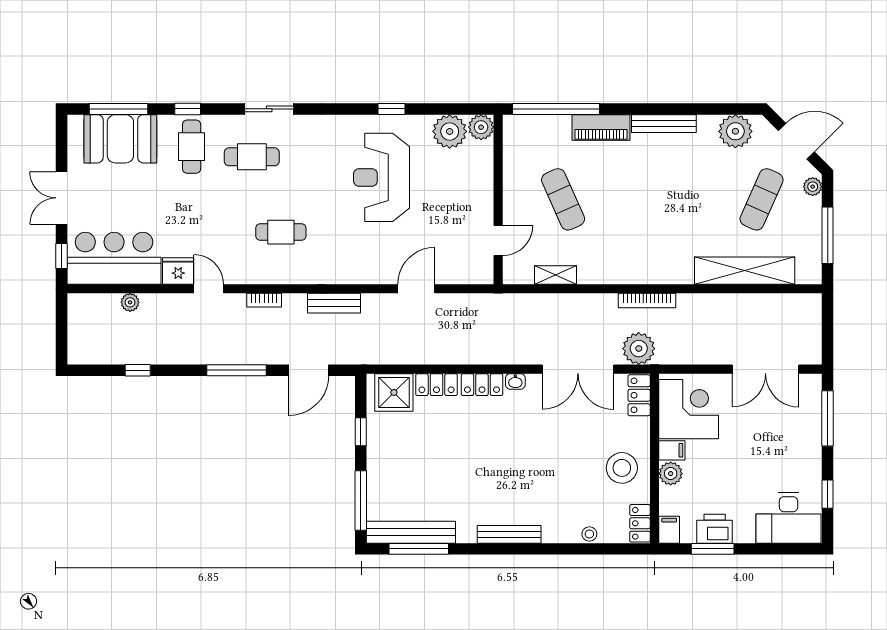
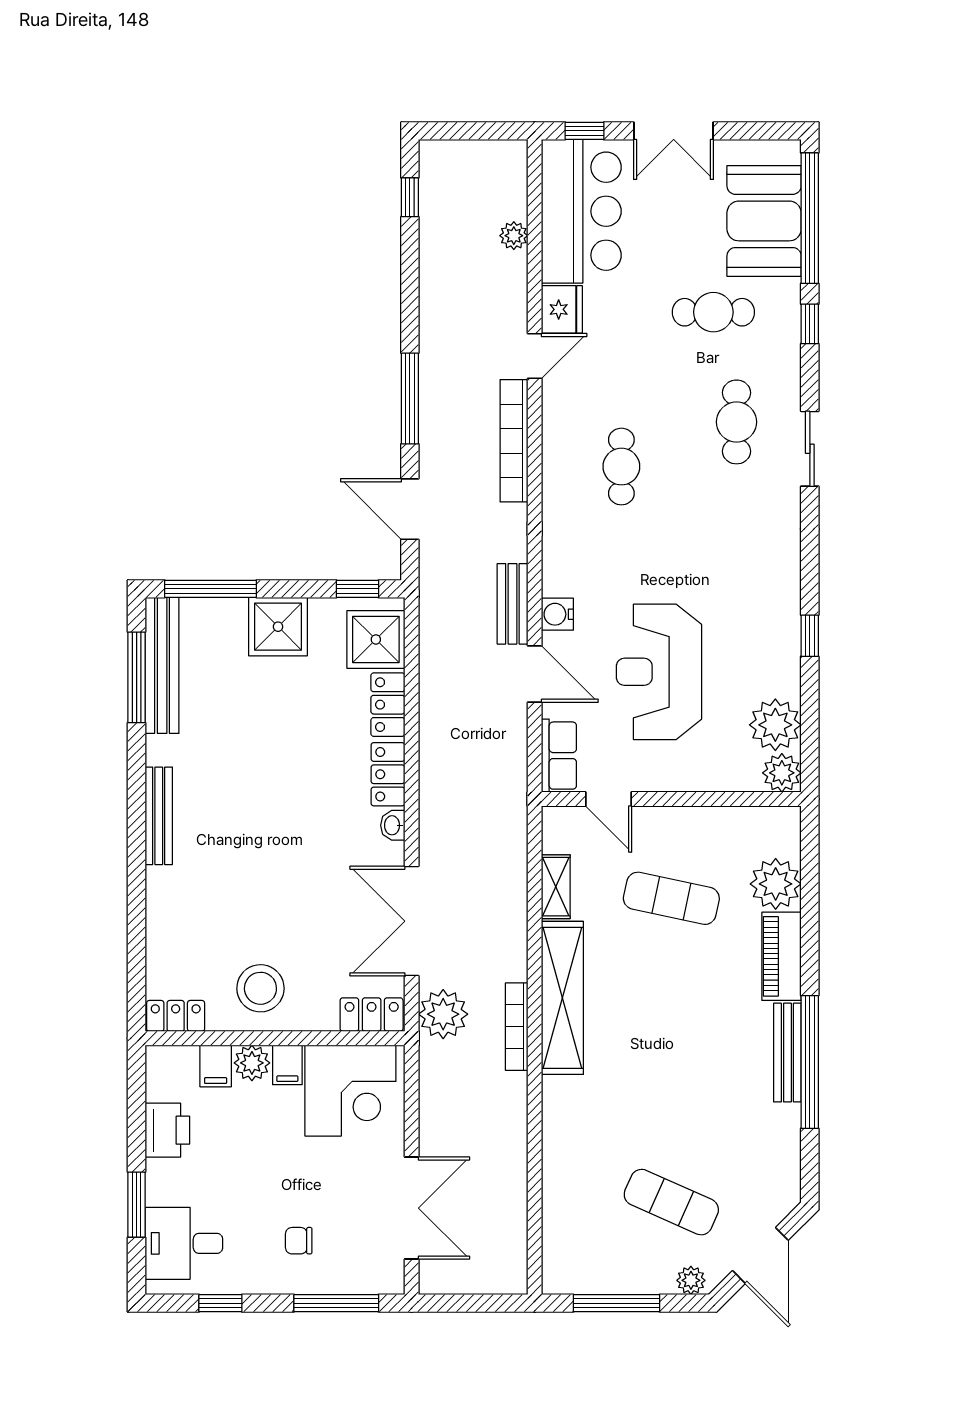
window: (119, 109) -> (810, 218), width x1.46
window: (556, 109) -> (810, 1062), moved
plant: (735, 131) -> (776, 884), moved
cafe table: (192, 147) -> (713, 312), moved
reception desk: (382, 177) -> (659, 672), moved, turned -90
double door: (62, 198) -> (674, 131), swing flipped
exercise mat: (563, 199) -> (671, 898), turned 36
shelving: (745, 271) -> (562, 998), moved
row of seats: (470, 273) -> (559, 756), added
water cooler: (377, 274) -> (557, 614), added
bookcase: (264, 300) -> (514, 441), width x2.31, depth x1.31
bench: (334, 303) -> (512, 604), moved
double door: (765, 369) -> (412, 1208), swing flipped
window: (138, 370) -> (410, 197), moved
window: (361, 432) -> (358, 589), moved
chair: (787, 443) -> (299, 1241), added
shower: (386, 456) -> (278, 627), added
desk: (789, 518) -> (184, 1243), width x0.73
filing cabinet: (669, 530) -> (216, 1066), moved, turned 90
stool: (589, 534) -> (159, 939), removed
window: (713, 549) -> (137, 1205), moved

